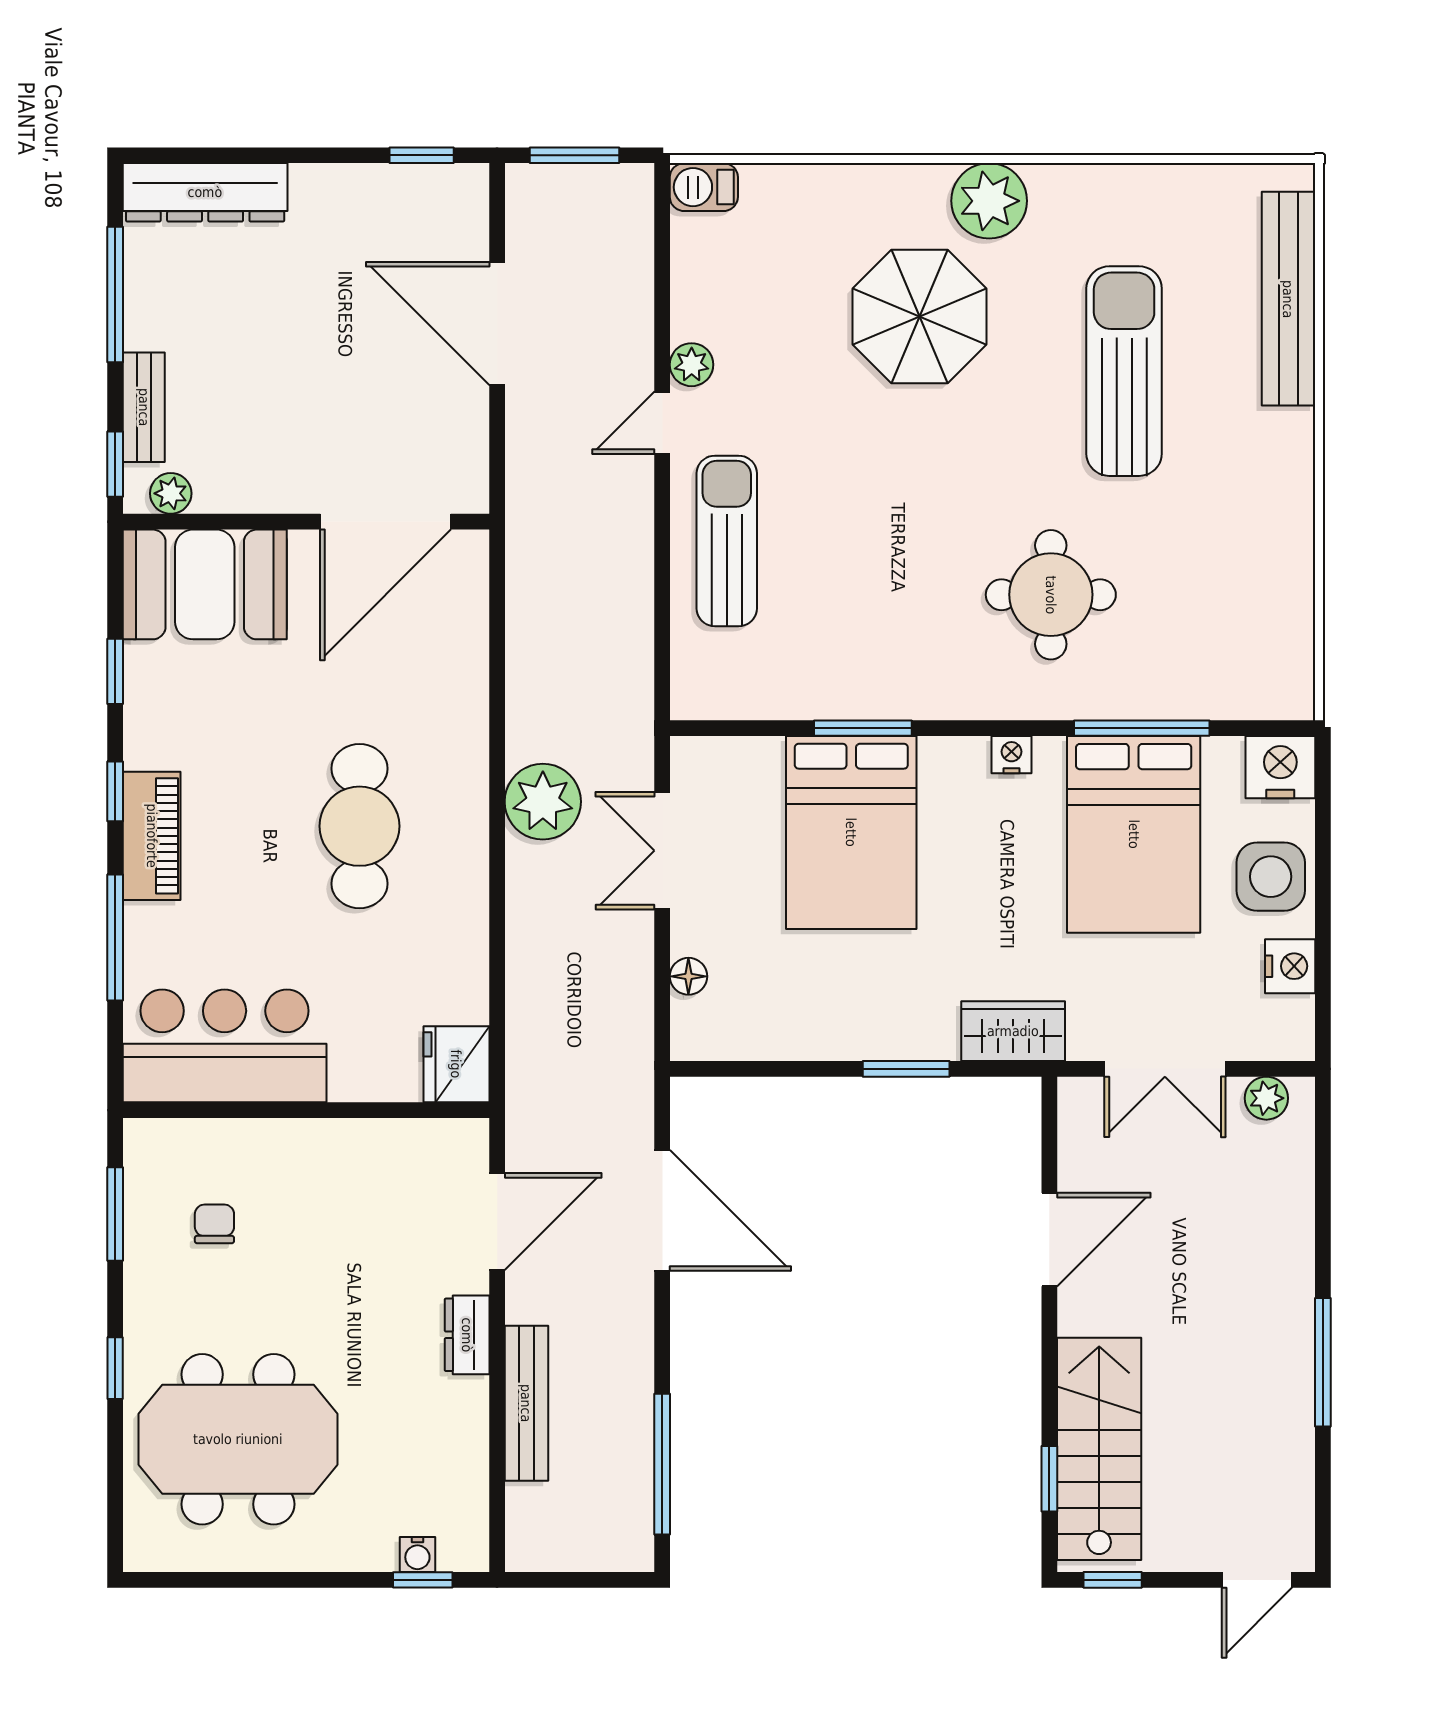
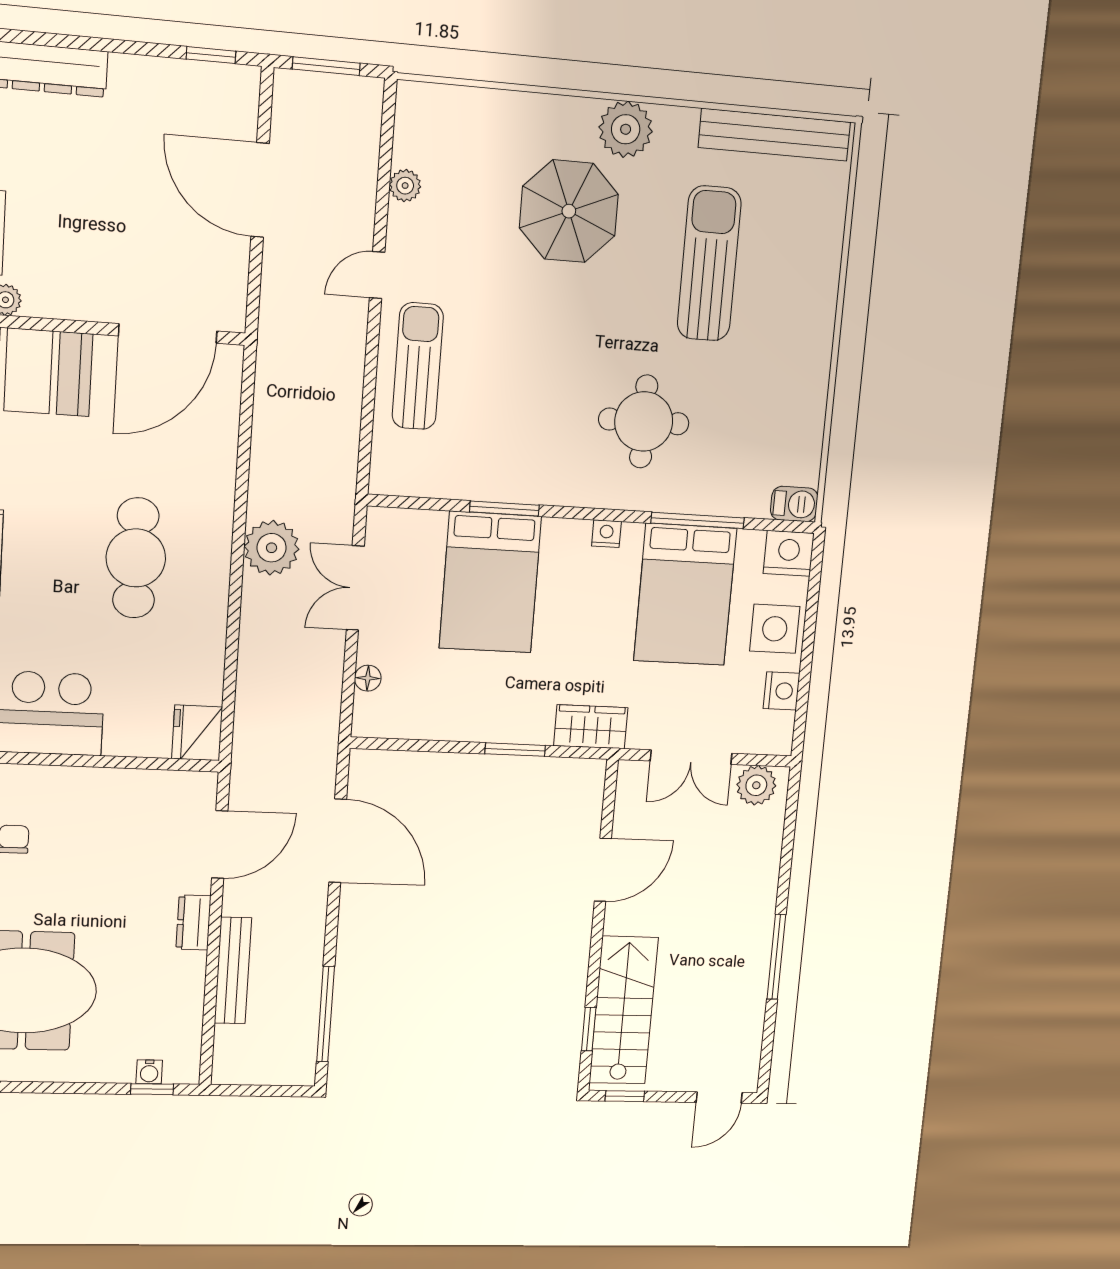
barbecue: (704, 187) -> (794, 504), moved, turned 180
bench: (1288, 299) -> (775, 135), moved, turned 90
plant: (692, 365) -> (405, 186), moved
plant: (1266, 1098) -> (756, 785), width x1.38, depth x1.38

